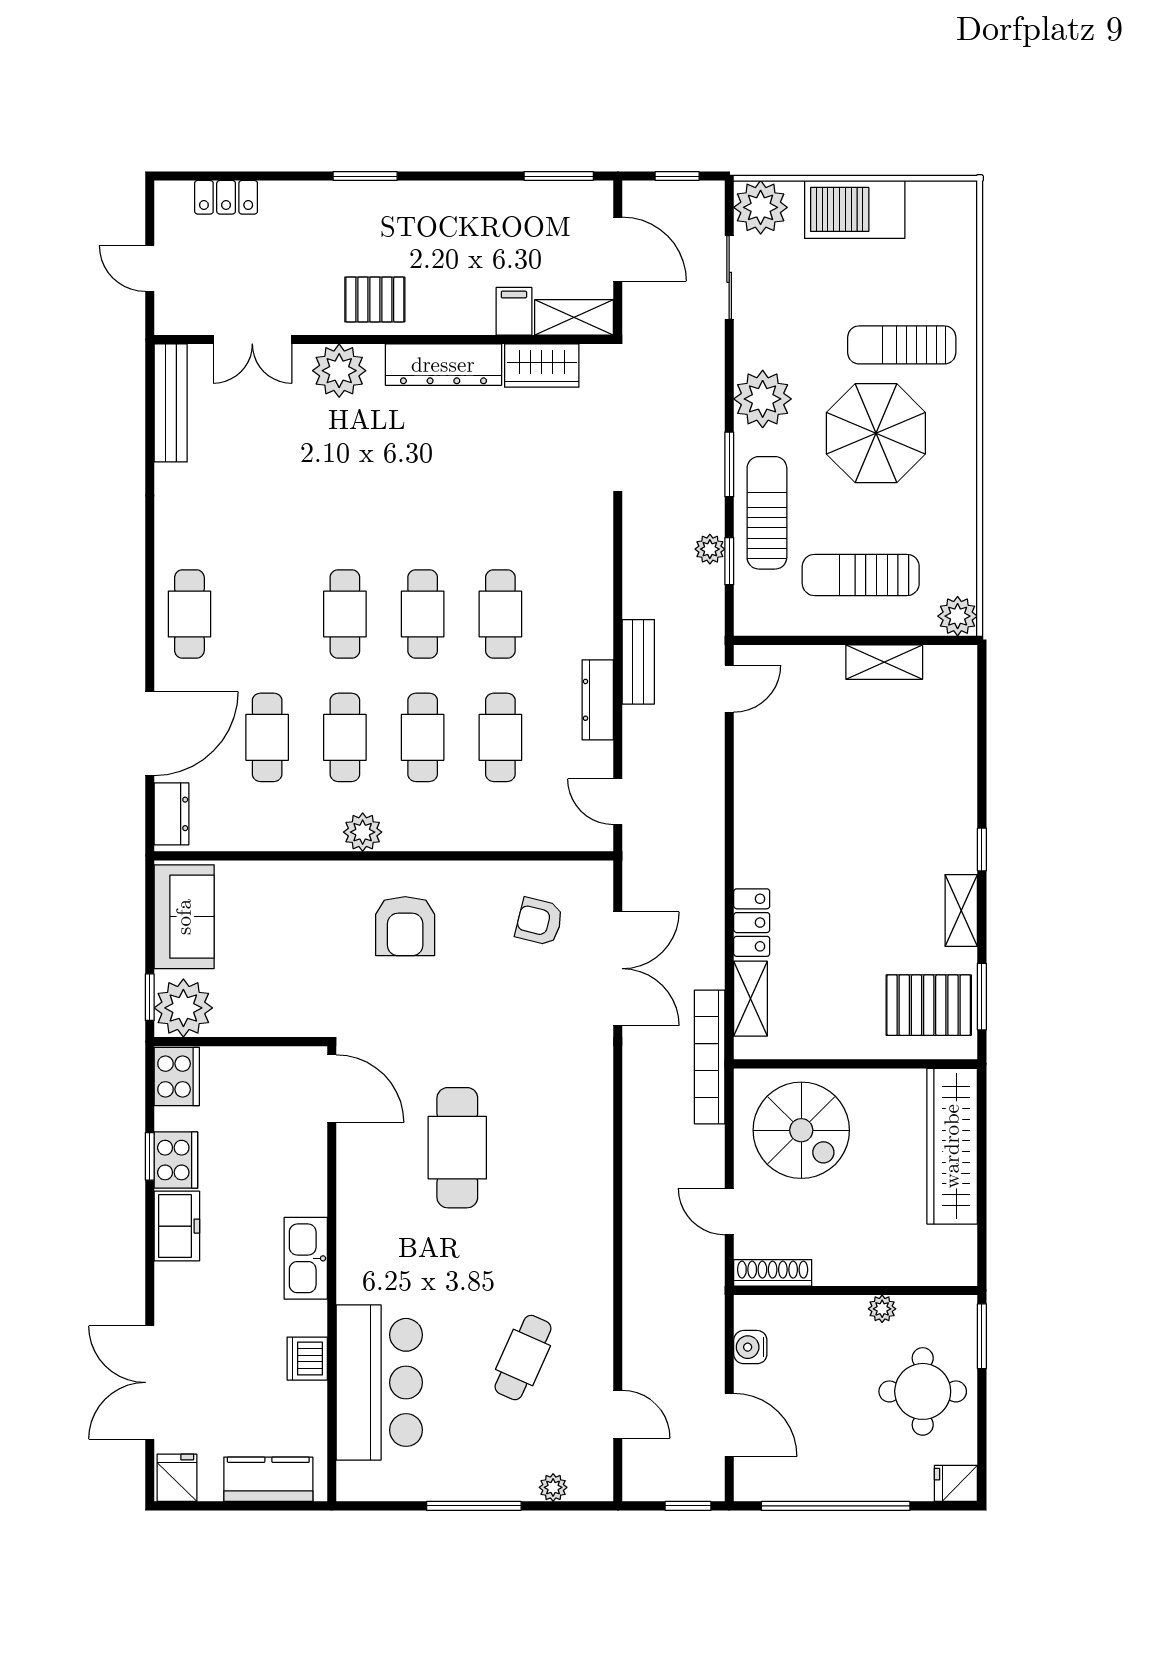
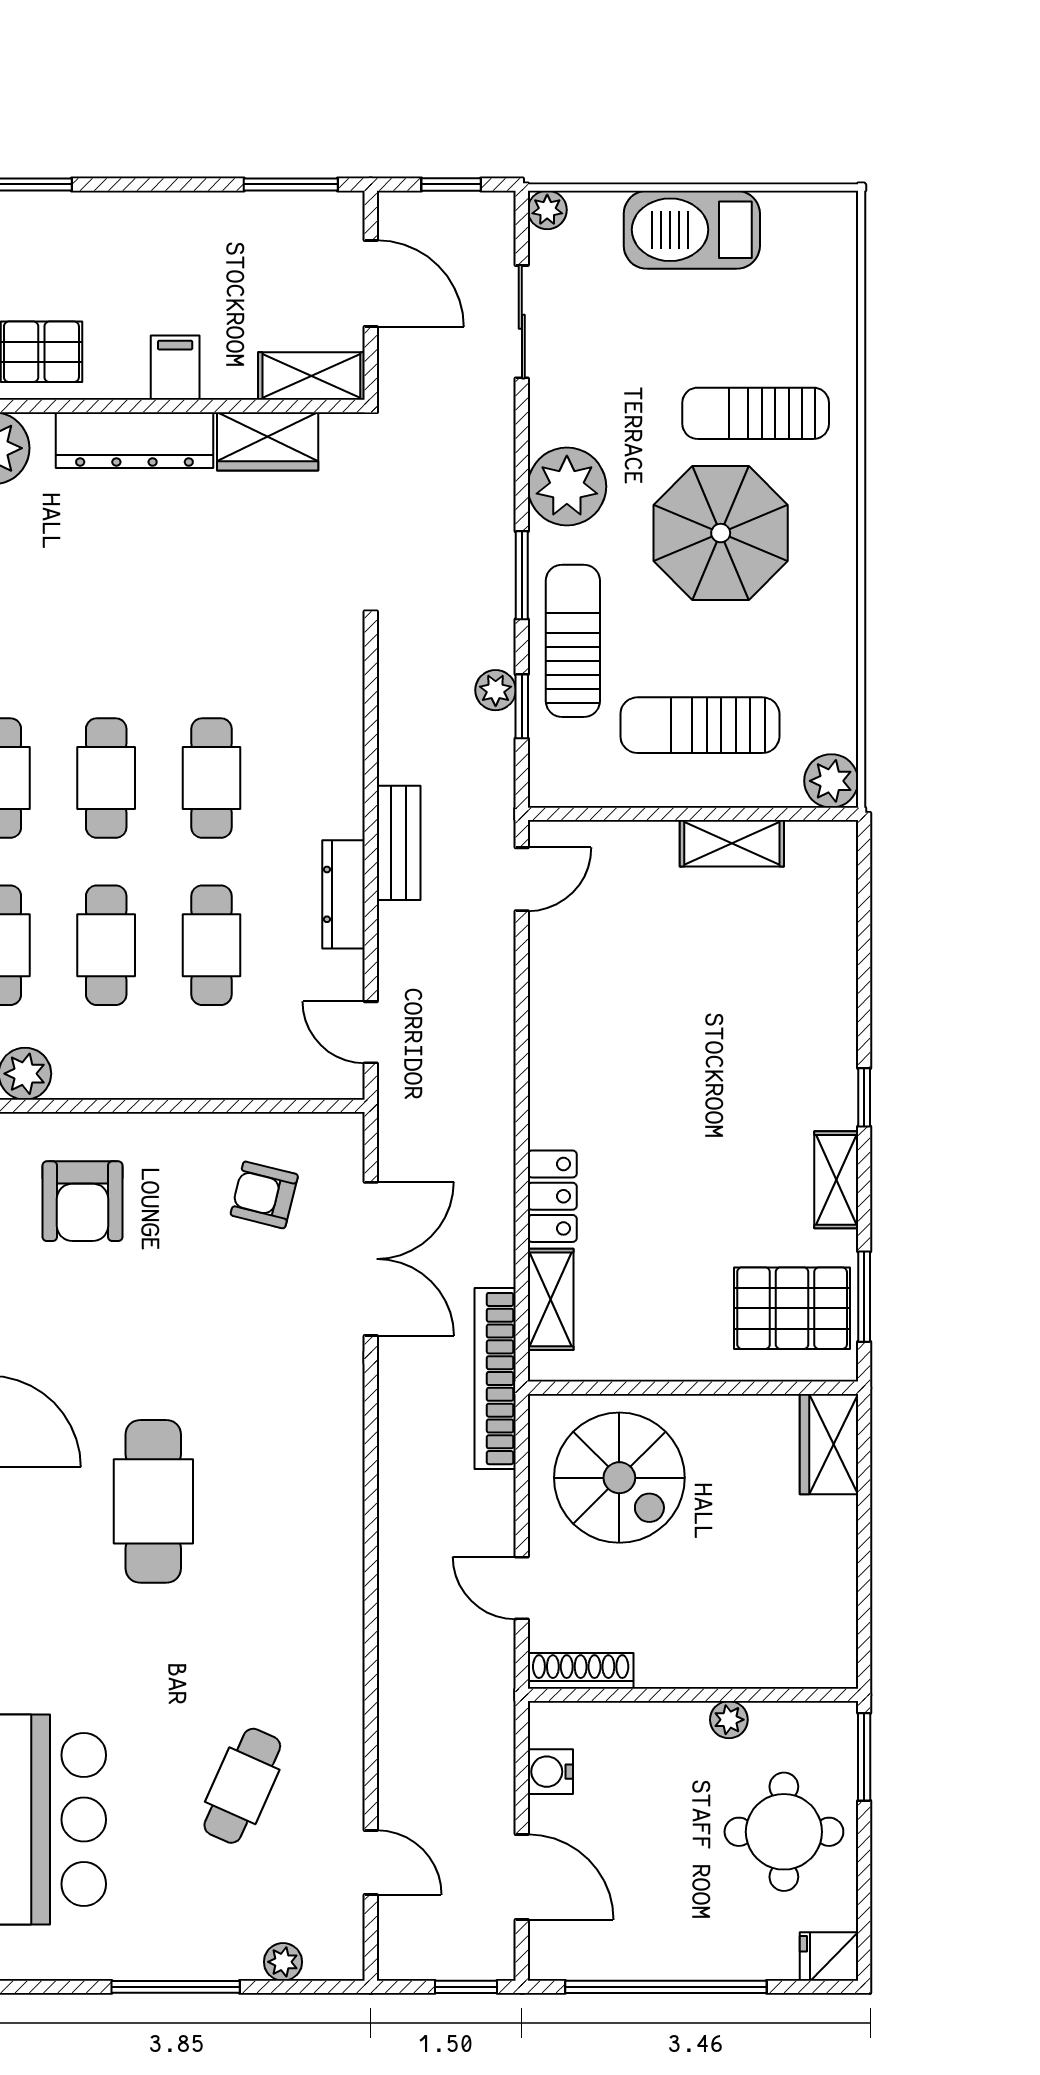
plant: (761, 207) -> (547, 210), width x0.53, depth x0.53
filing cabinet: (514, 311) -> (175, 368), moved
wardrobe: (952, 1146) -> (829, 1444), width x0.48, depth x0.85

